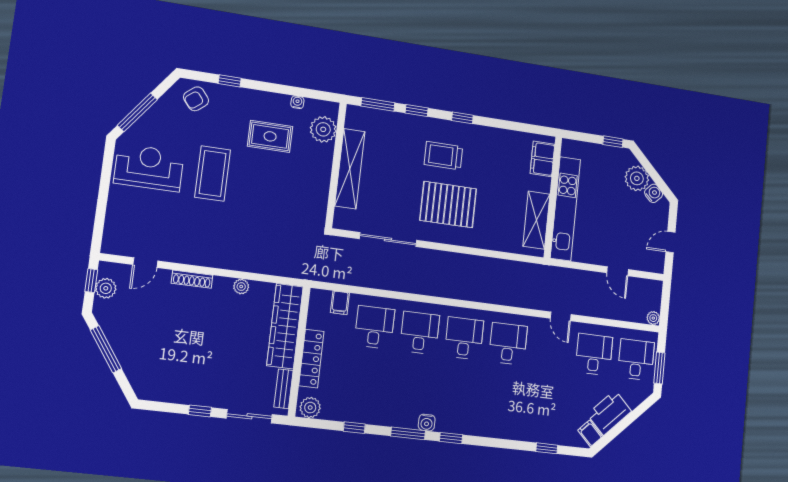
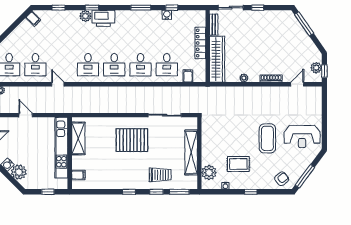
window: (230, 81) -> (251, 192), moved
window: (137, 112) -> (305, 176), moved
window: (613, 142) -> (48, 192), moved
trolley: (443, 156) -> (160, 175), moved
filing cabinet: (542, 159) -> (78, 175), width x0.50
window: (106, 349) -> (304, 24), moved
plant: (310, 408) -> (85, 16), moved
printer: (609, 413) -> (103, 18), moved, turned 45
water cooler: (427, 423) -> (167, 15), moved
window: (451, 438) -> (92, 8), moved

